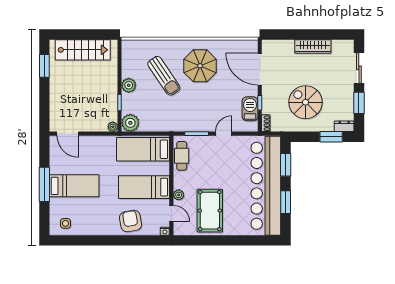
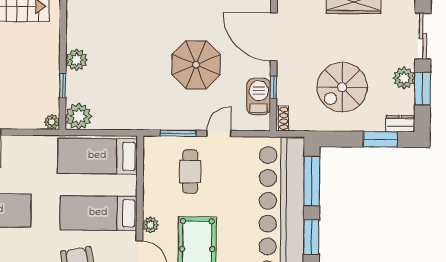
parasol: (200, 66) -> (196, 65), moved
sun lounger: (164, 76) -> (129, 46), removed
plant: (347, 96) -> (404, 78), added
spiral stairs: (306, 102) -> (342, 87), turned -90
cafe table: (182, 156) -> (190, 172), moved
window: (286, 165) -> (312, 181), width x1.44

